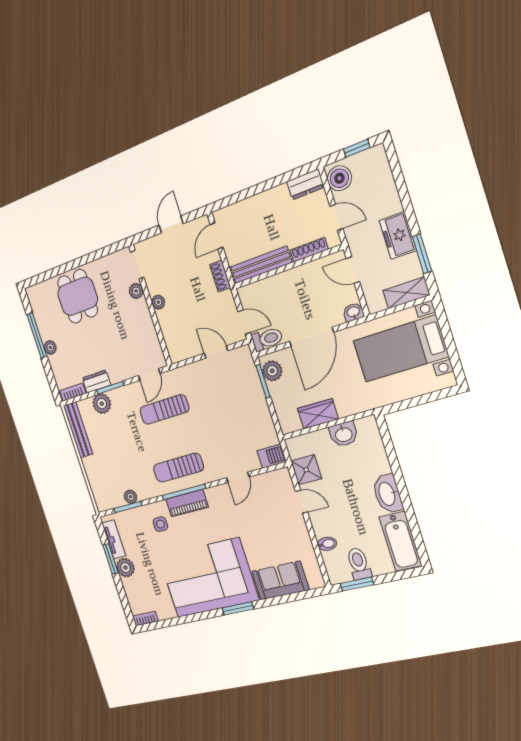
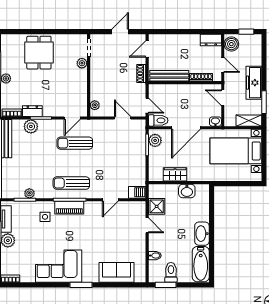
freezer: (398, 235) -> (254, 83), width x1.40
plant: (158, 302) -> (95, 105), moved
corner sofa: (208, 578) -> (59, 266), width x0.73, depth x0.74

